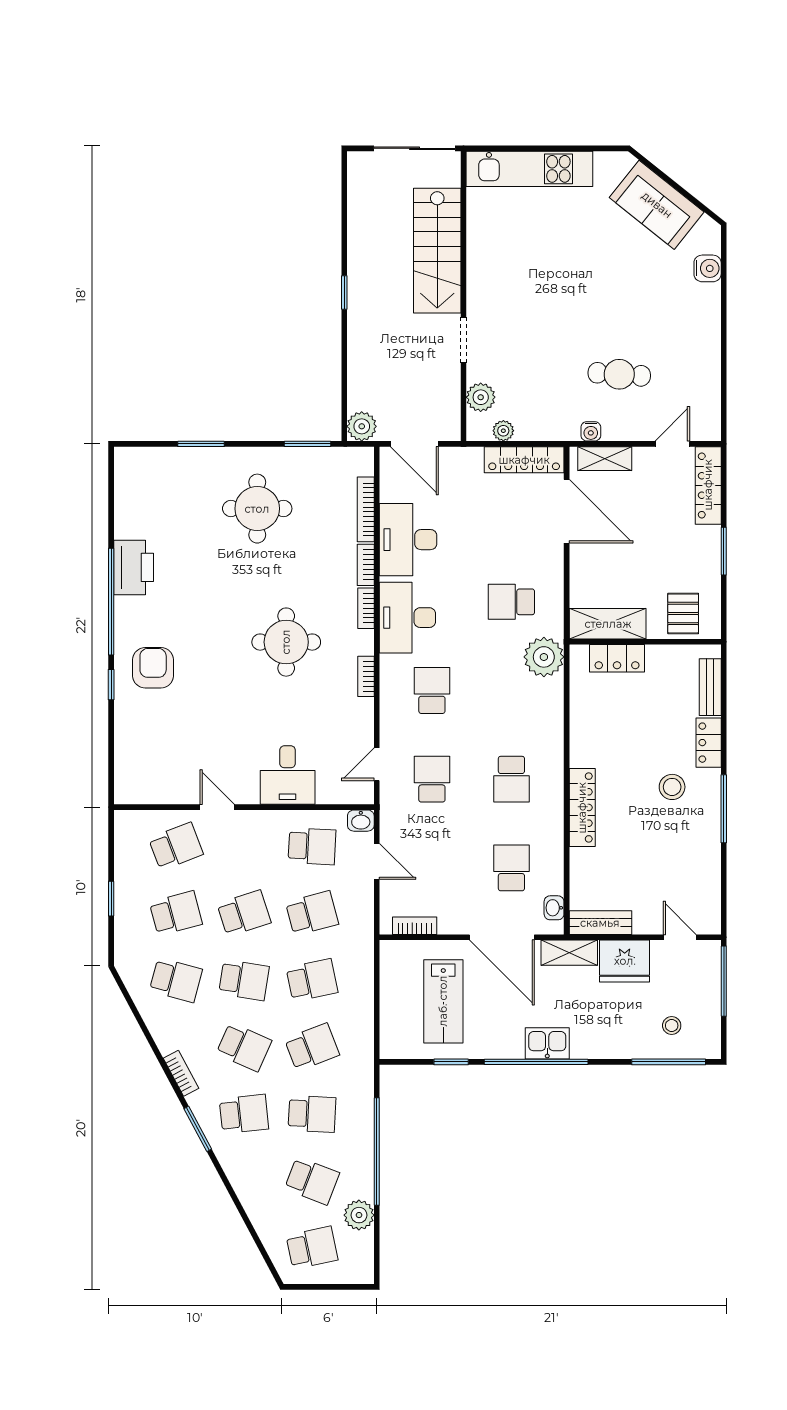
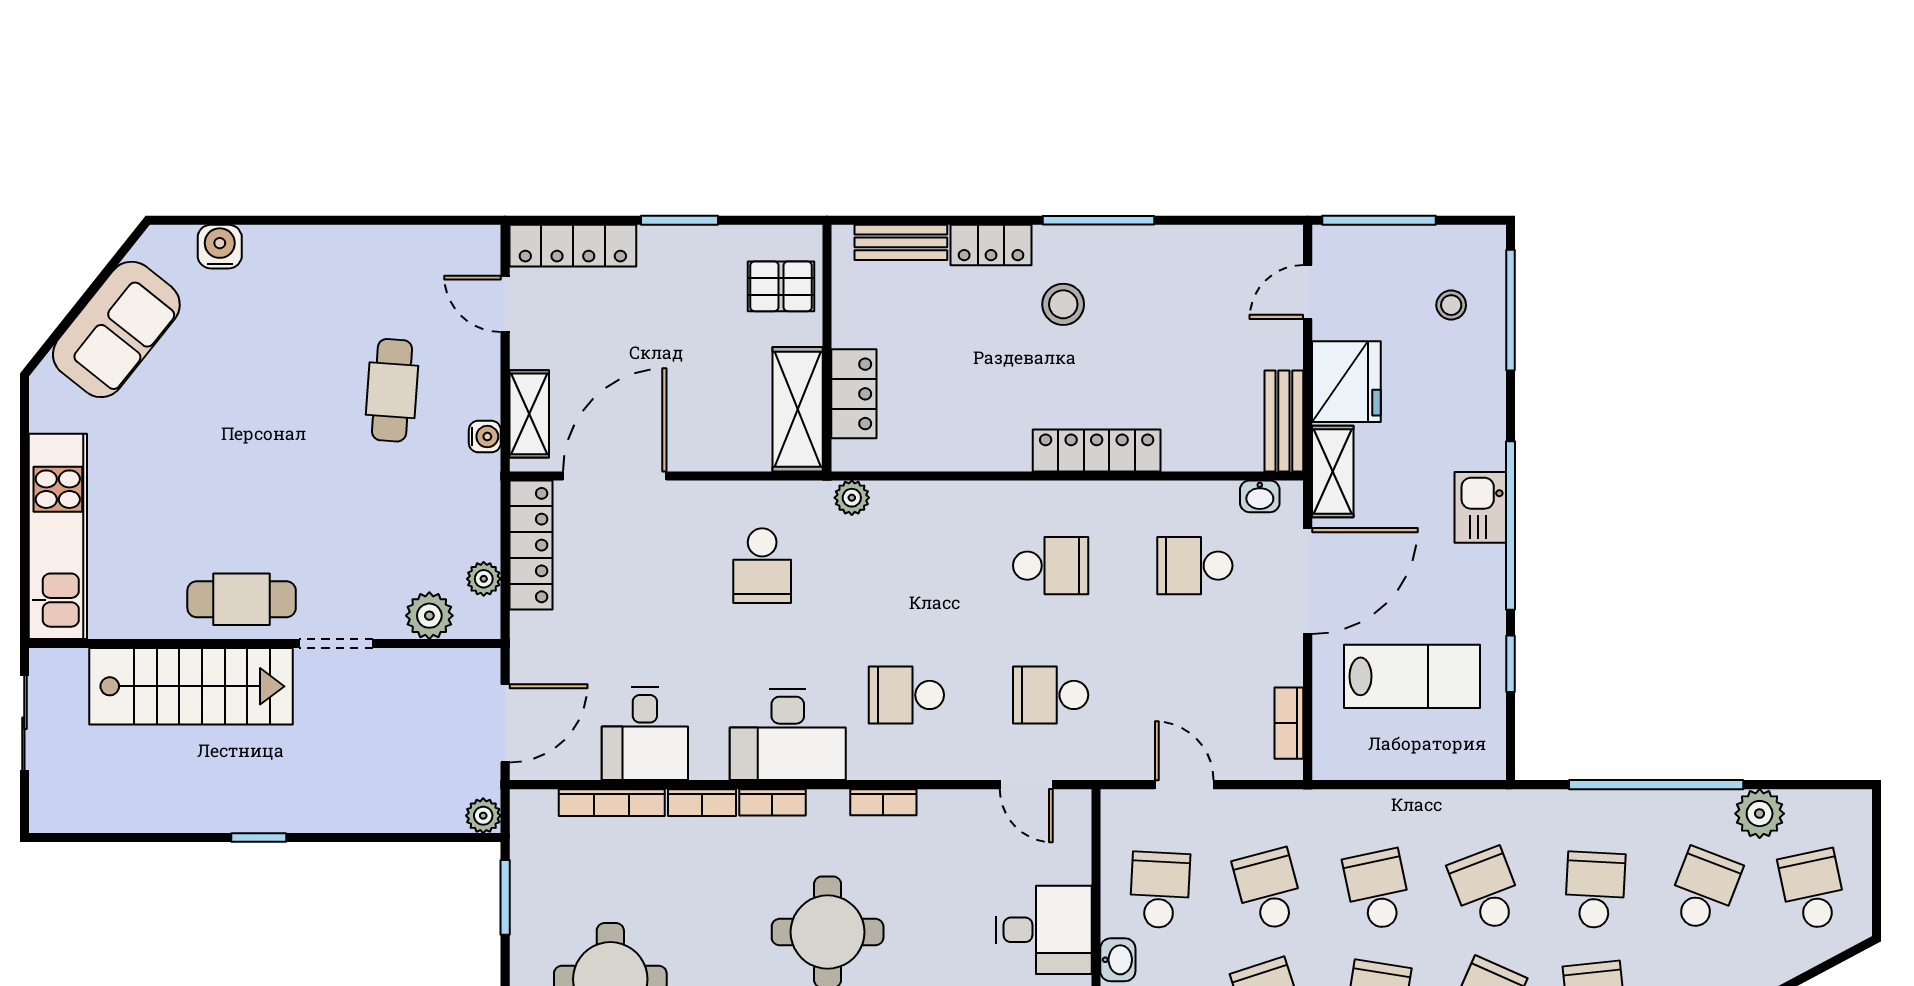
sliding door: (415, 148) -> (24, 723), width x0.73
cafe table: (491, 282) -> (242, 599), added
plant: (362, 426) -> (483, 816), width x0.73, depth x0.73
desk: (408, 540) -> (645, 734), width x0.73
plant: (544, 657) -> (852, 498), width x0.53, depth x0.53
washbasin: (361, 821) -> (1118, 960), moved
door: (377, 861) -> (1184, 785), hinge flipped

